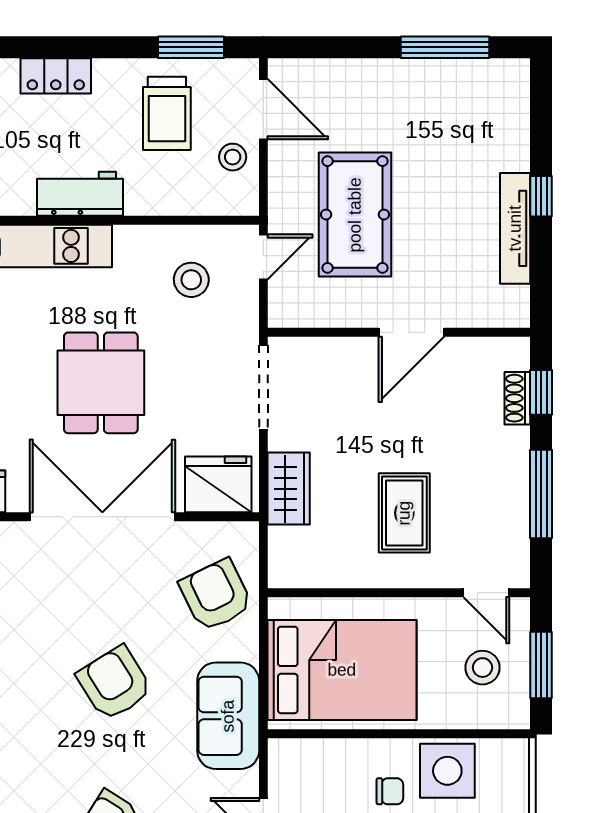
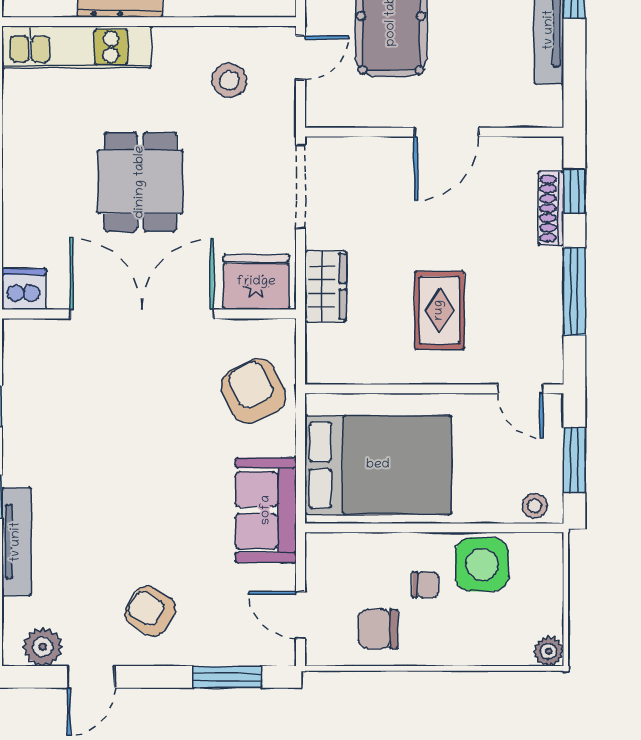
shoe rack: (517, 398) -> (551, 208), width x1.43
stool: (482, 668) -> (535, 506), moved, width x0.73, depth x0.73
armchair: (114, 683) -> (154, 478), removed

